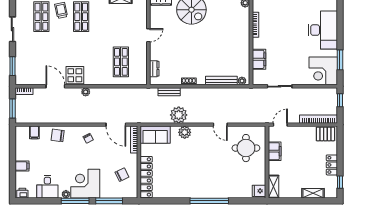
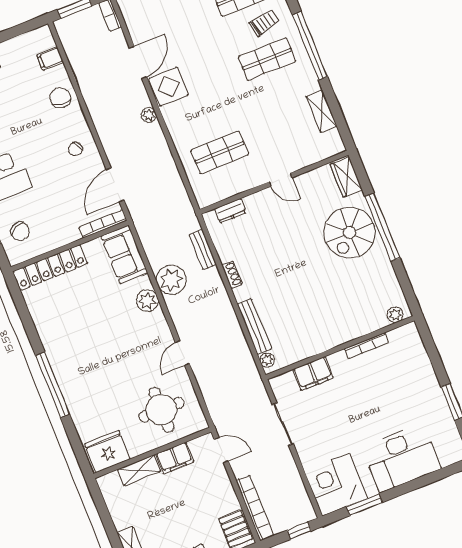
chair: (122, 175) -> (20, 231), moved
shelving: (273, 187) -> (139, 470), moved
fridge: (259, 191) -> (107, 452), width x1.88, depth x1.34

